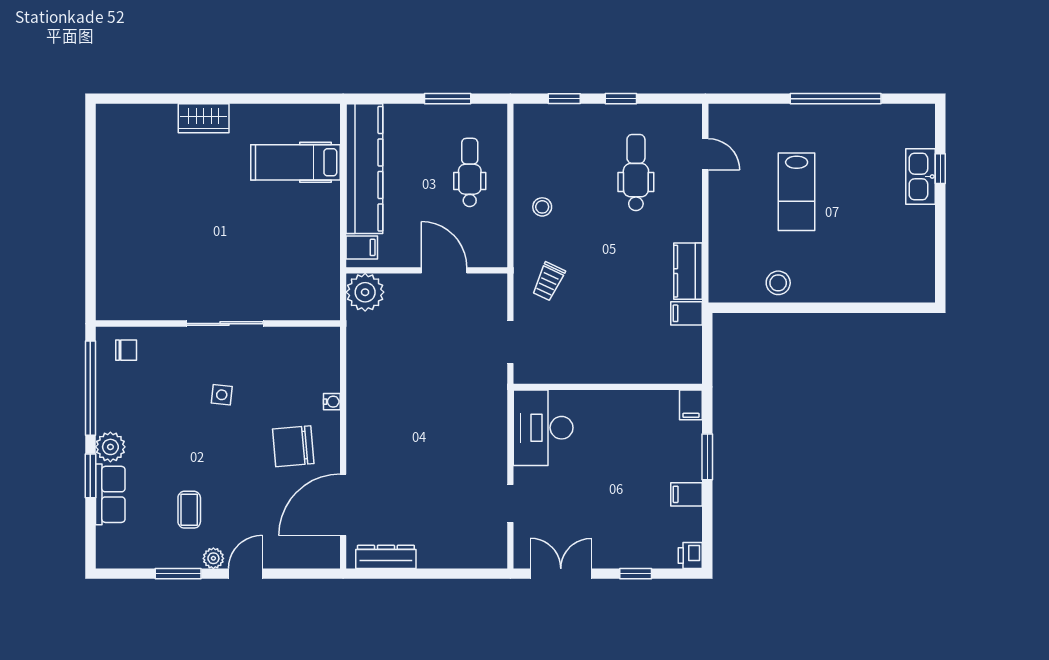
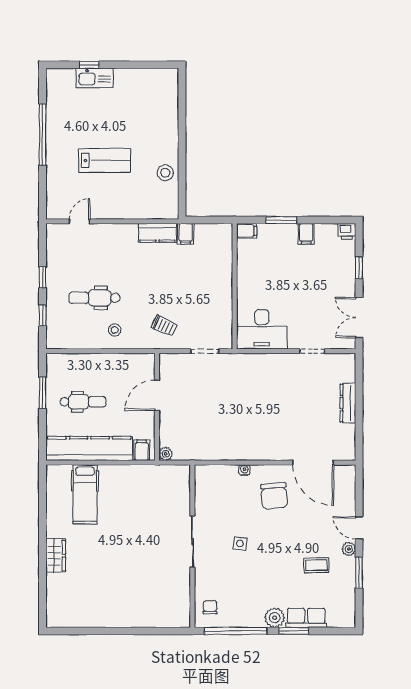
dental chair: (470, 172) -> (83, 402), moved, turned 180
dental chair: (636, 172) -> (95, 298), moved
plant: (365, 292) -> (166, 454), width x0.53, depth x0.53
dresser: (386, 557) -> (348, 403), moved

